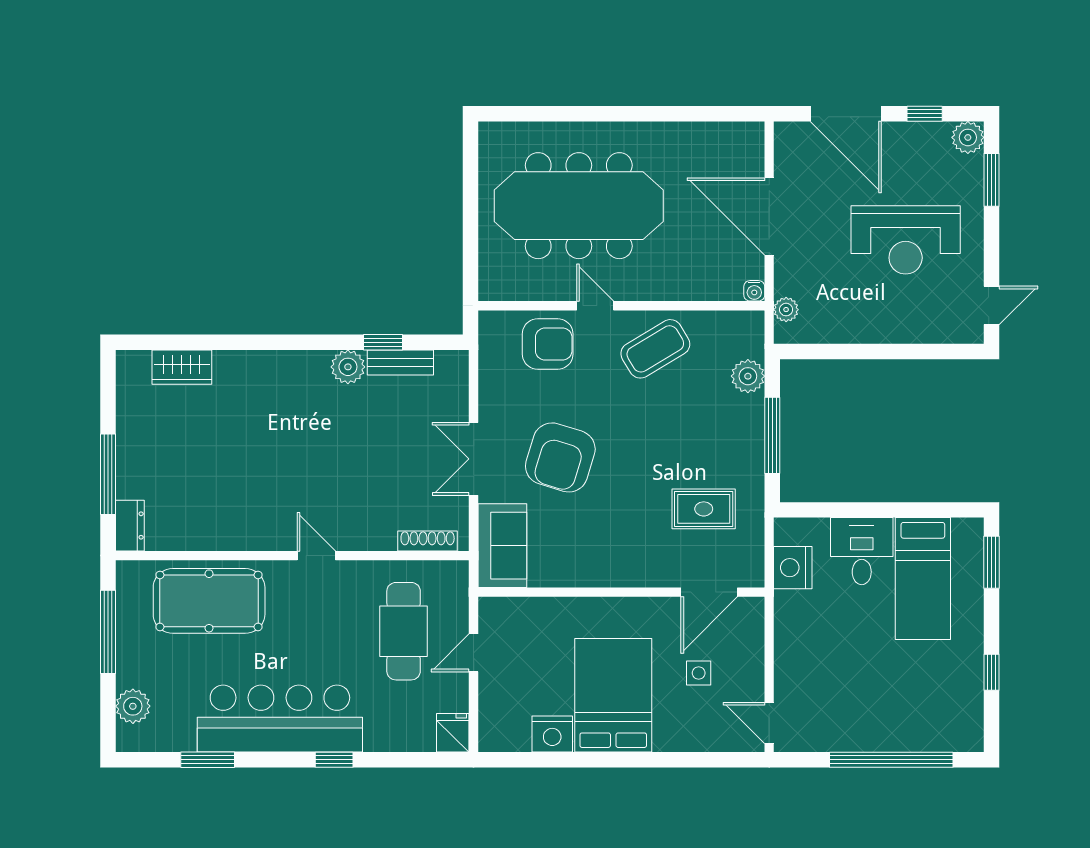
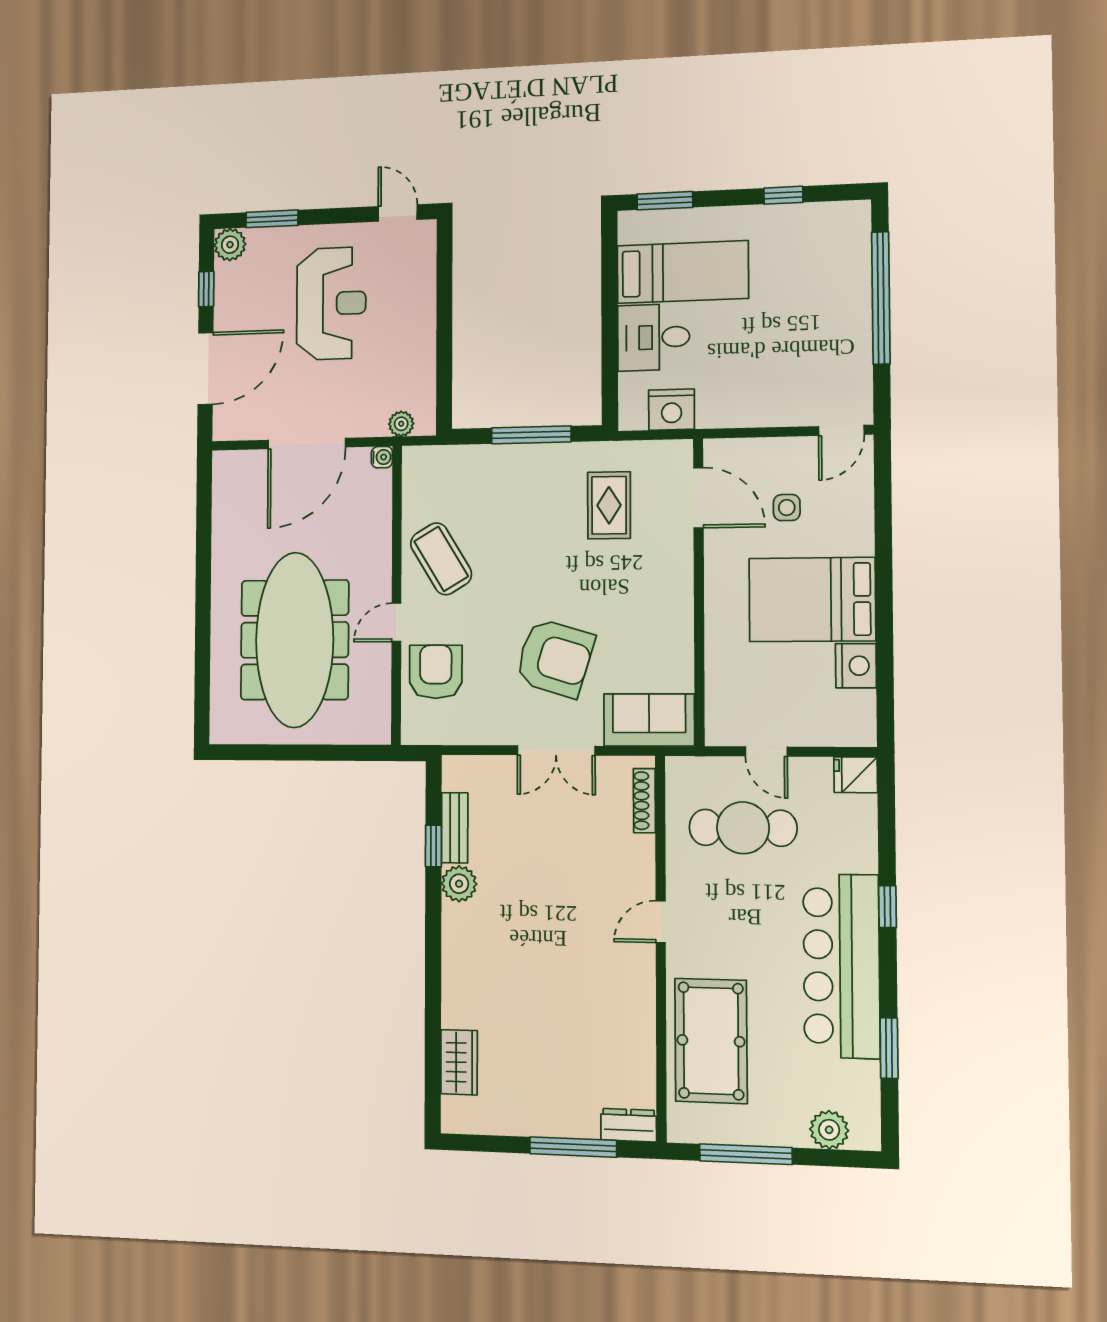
plant: (748, 376) -> (470, 462), removed

